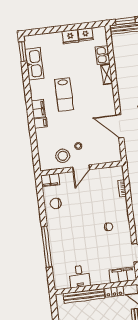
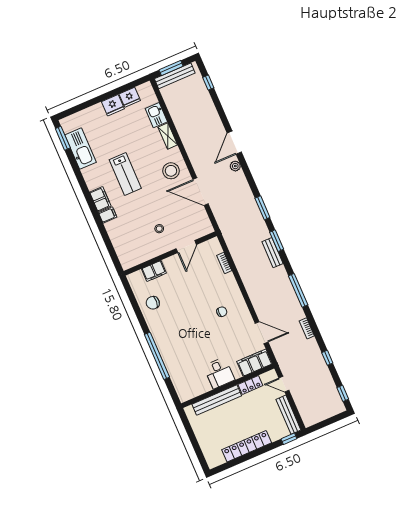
stool: (63, 156) -> (171, 171), moved
door: (81, 168) -> (186, 247), moved
filing cabinet: (50, 180) -> (154, 271), moved
desk: (79, 276) -> (219, 373), moved

